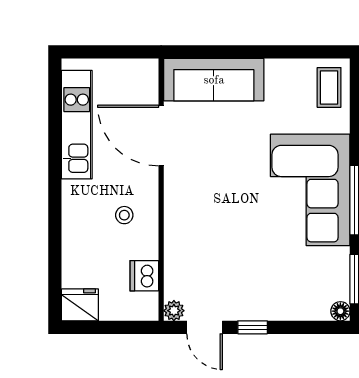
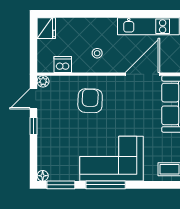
armchair: (208, 227) -> (90, 101), added

